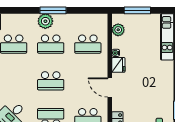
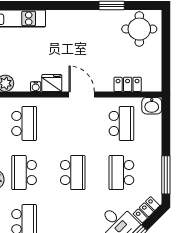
school desk: (51, 44) -> (24, 173), turned 180
door: (110, 88) -> (82, 94), swing flipped

